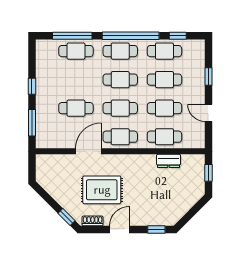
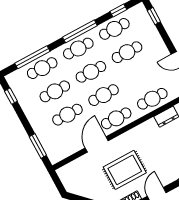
window: (131, 36) -> (80, 31), width x0.68
window: (208, 77) -> (154, 16), moved
window: (32, 86) -> (11, 96), moved
cafe table: (164, 108) -> (55, 91), moved

